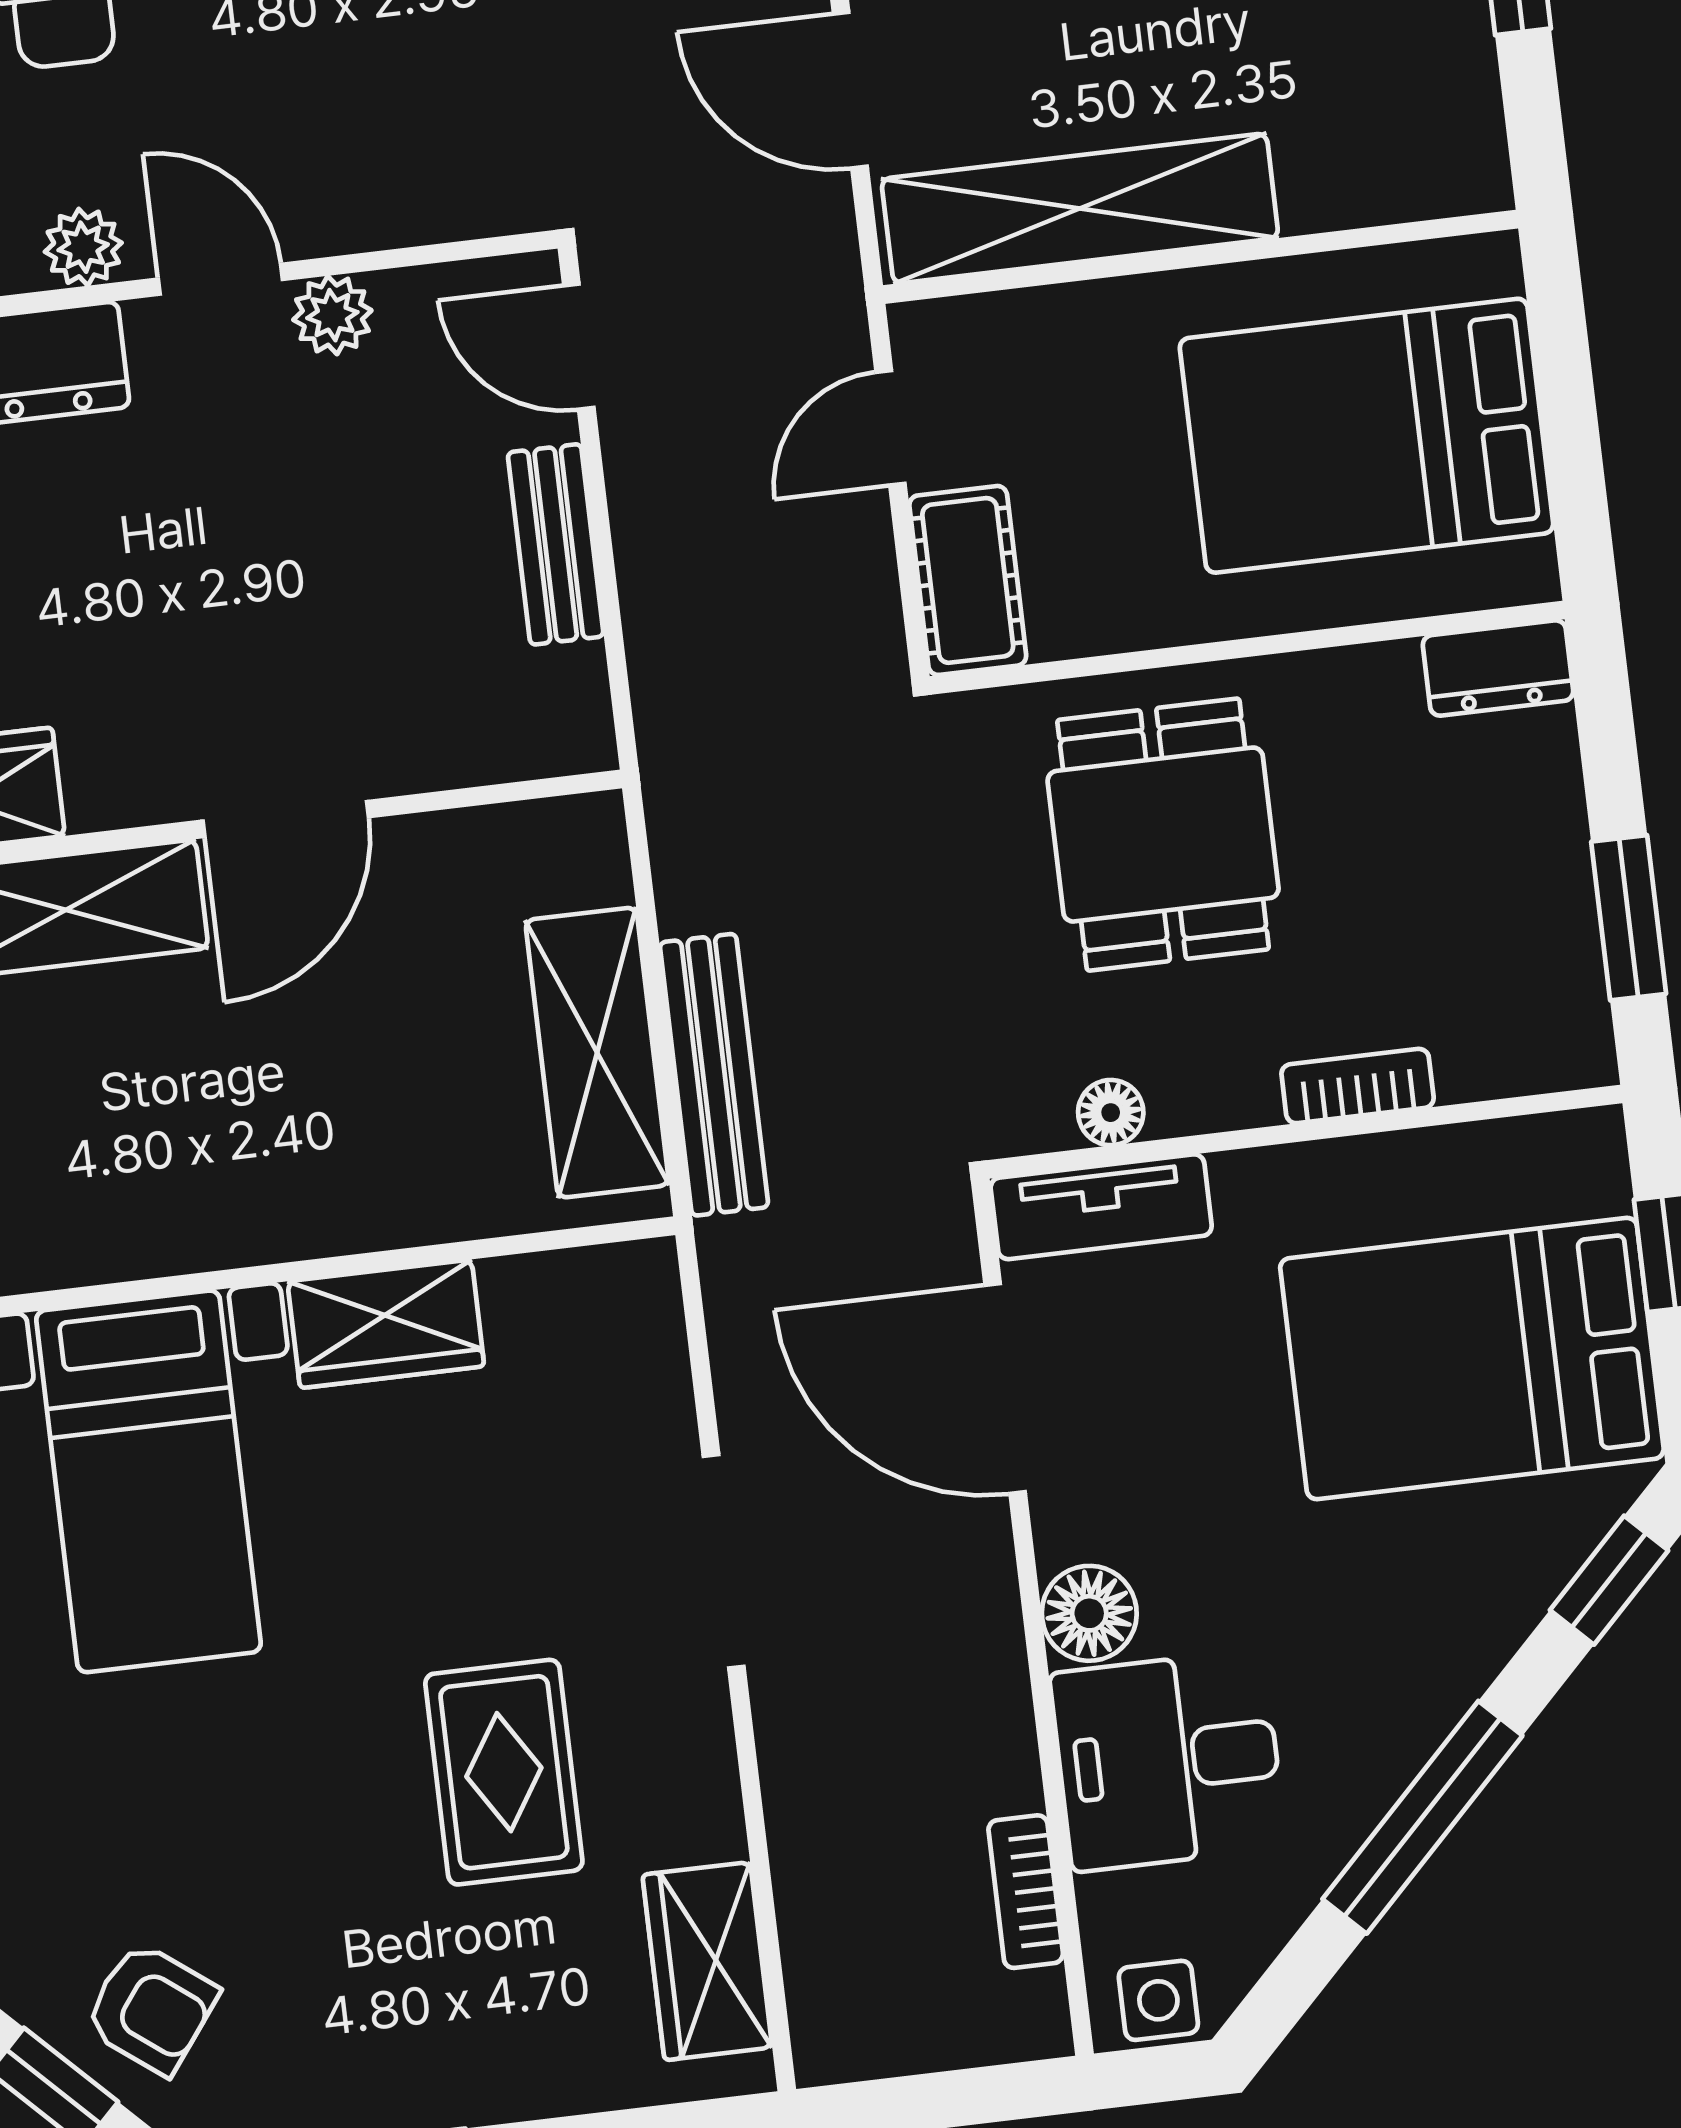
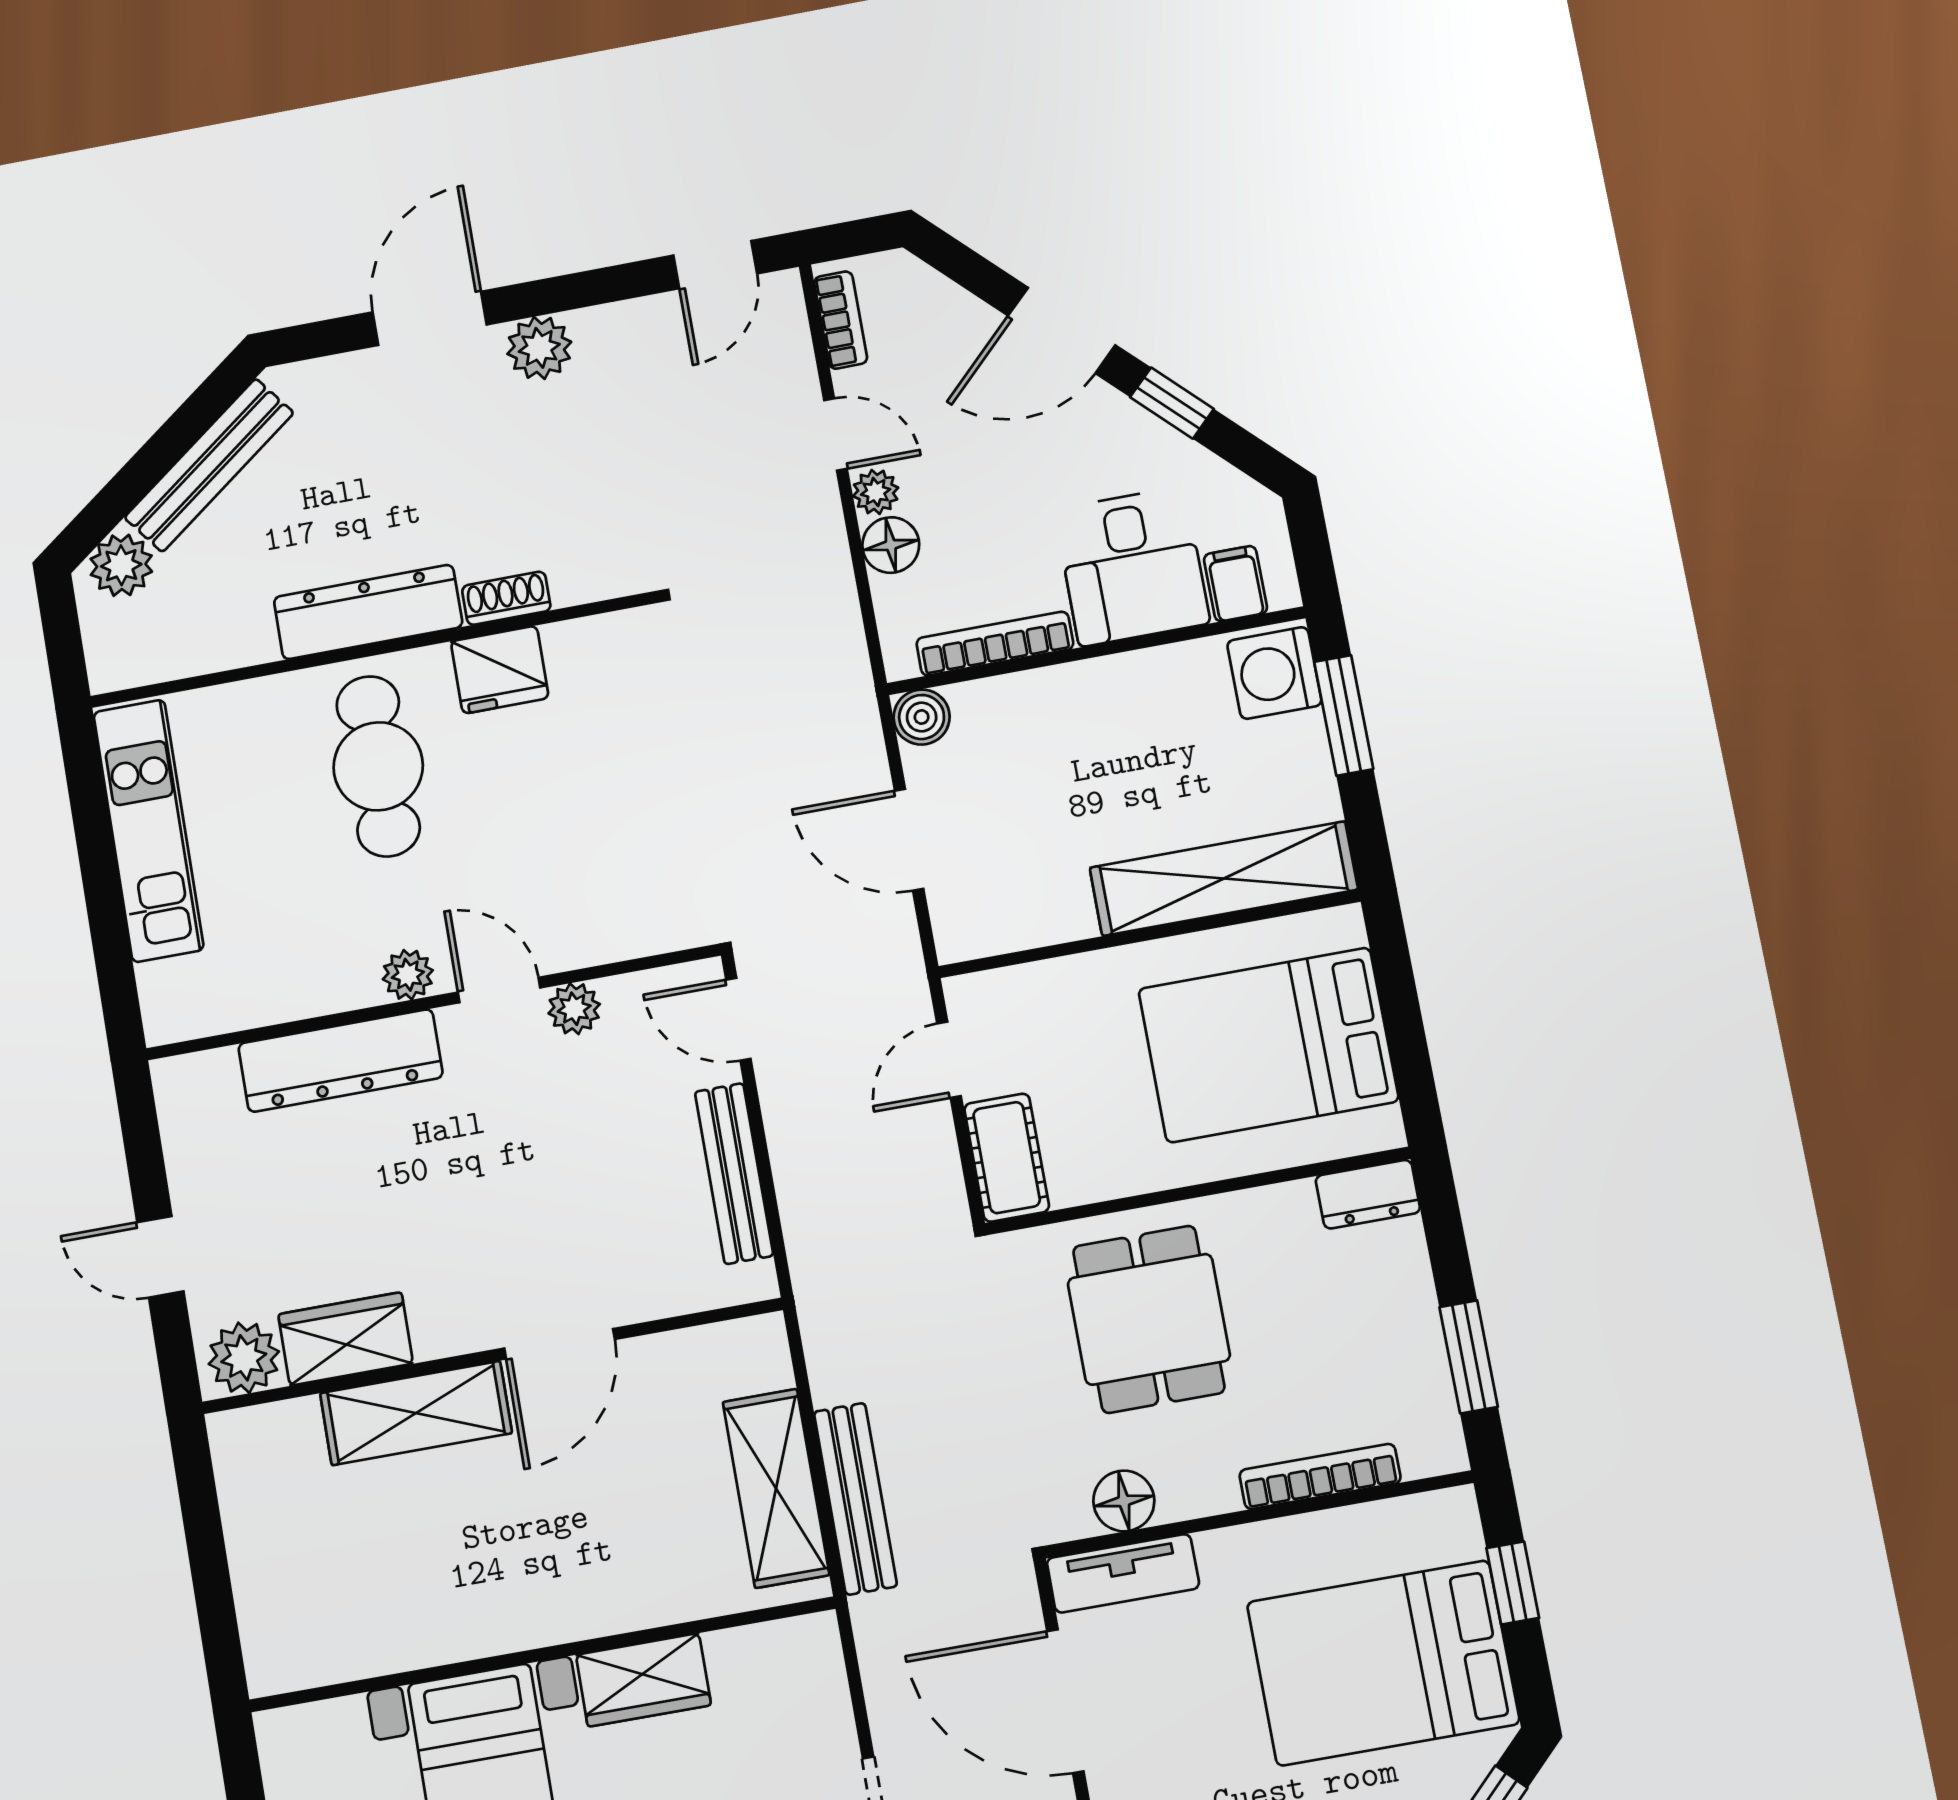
shelving: (1080, 208) -> (1224, 879), moved
bench: (556, 544) -> (734, 1174), width x1.36
bookcase: (1358, 1086) -> (1320, 1477), width x1.56
floor lamp: (1111, 1113) -> (1124, 1501), width x1.37, depth x1.37

